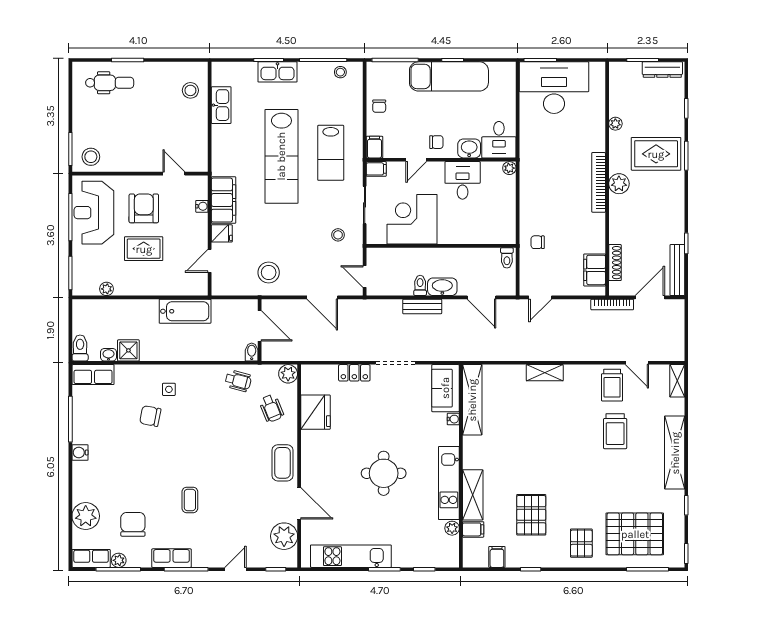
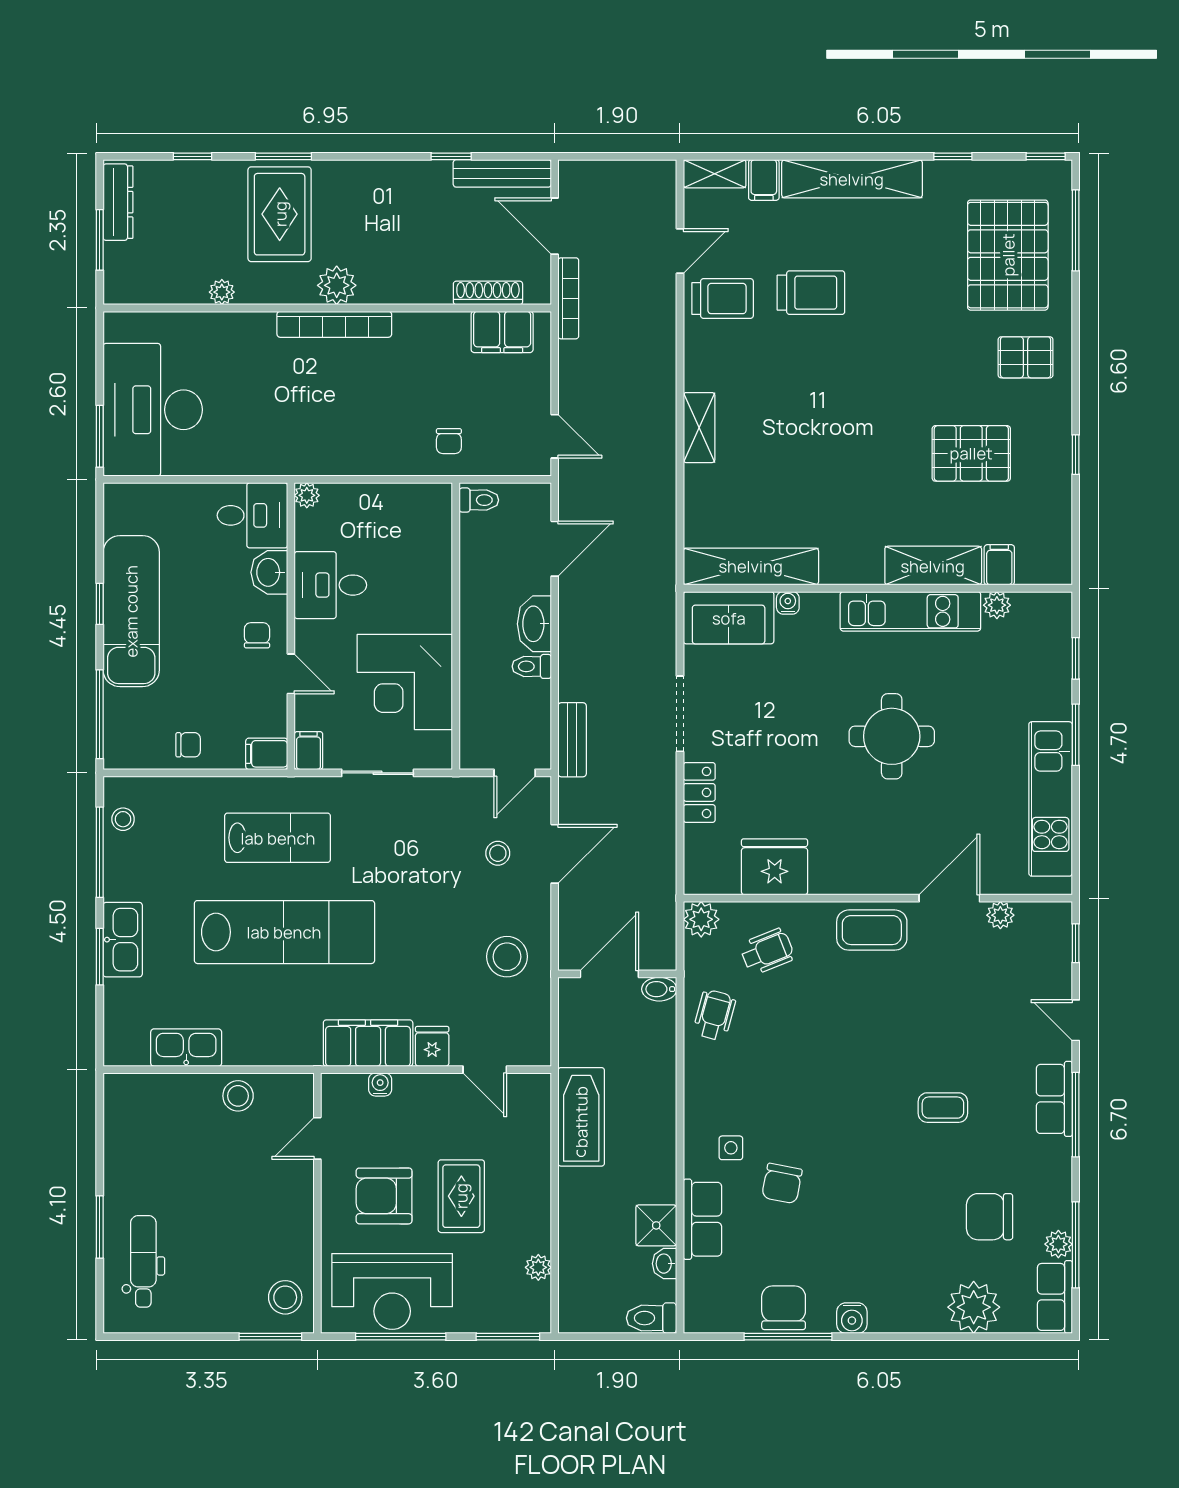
stool: (190, 90) -> (238, 1096), moved
stool: (338, 235) -> (498, 853), moved
bench: (422, 306) -> (572, 740), moved
row of seats: (93, 375) -> (702, 1219), moved
chair: (85, 417) -> (784, 1308), added
plant: (284, 536) -> (1000, 915), width x0.53, depth x0.53
filing cabinet: (497, 557) -> (764, 180), moved, turned -90
row of seats: (172, 558) -> (1054, 1099), moved

